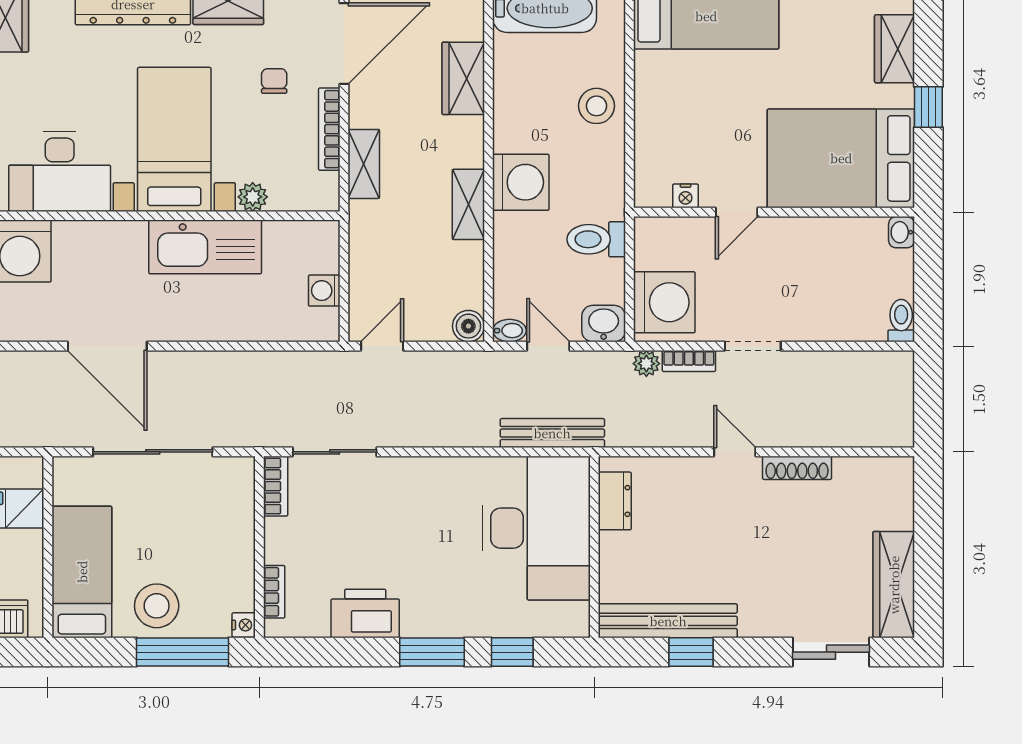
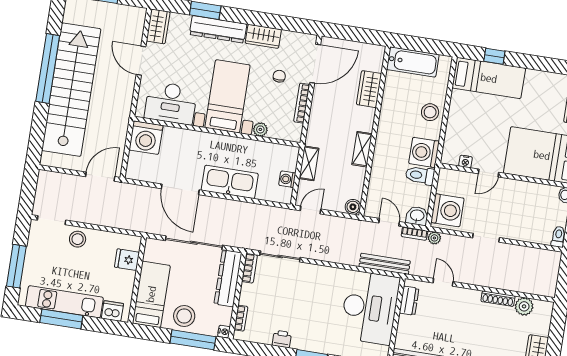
shelving: (364, 164) -> (309, 163), moved
washing machine: (521, 182) -> (424, 152), moved, turned 180
kitchen sink: (205, 247) -> (230, 182), moved, turned 180
bidet: (509, 331) -> (372, 212), removed
bookcase: (689, 361) -> (414, 234), moved
door: (735, 452) -> (443, 282), moved
plant: (853, 475) -> (524, 306), added
dresser: (235, 514) -> (228, 278), added
printer: (365, 614) -> (282, 339), width x0.53, depth x0.68

